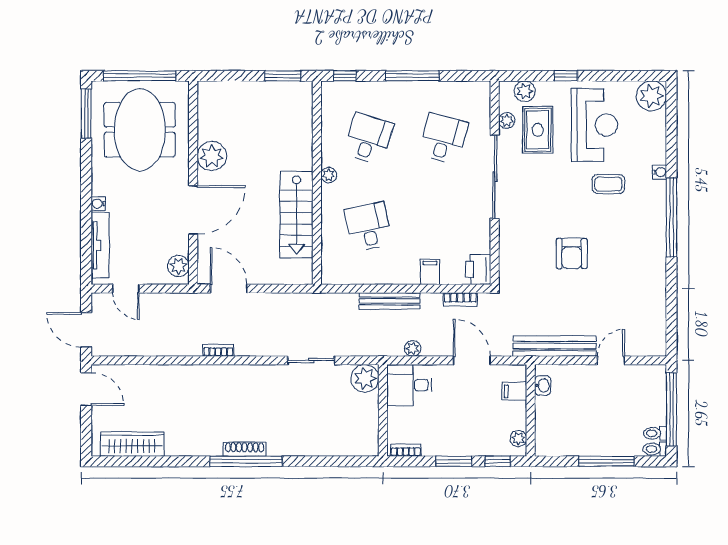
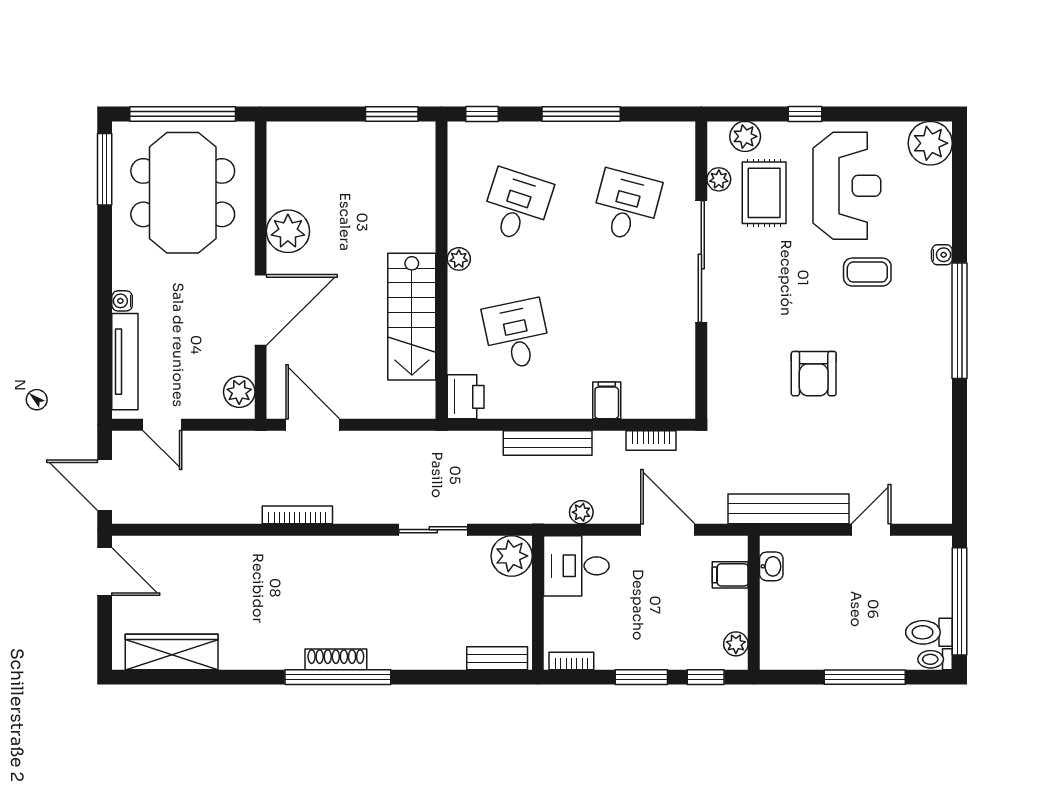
printer: (478, 269) -> (466, 397), moved, turned 180
bookcase: (218, 350) -> (297, 515), width x1.56
toilet: (655, 433) -> (929, 632), width x1.37, depth x1.39
bench: (355, 448) -> (497, 658), added

